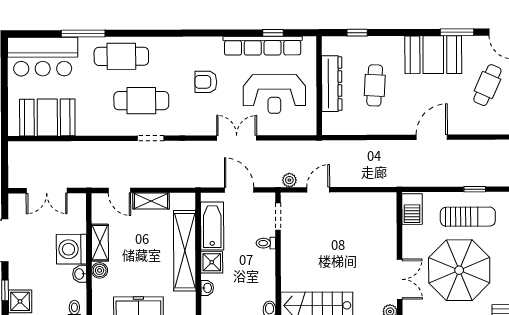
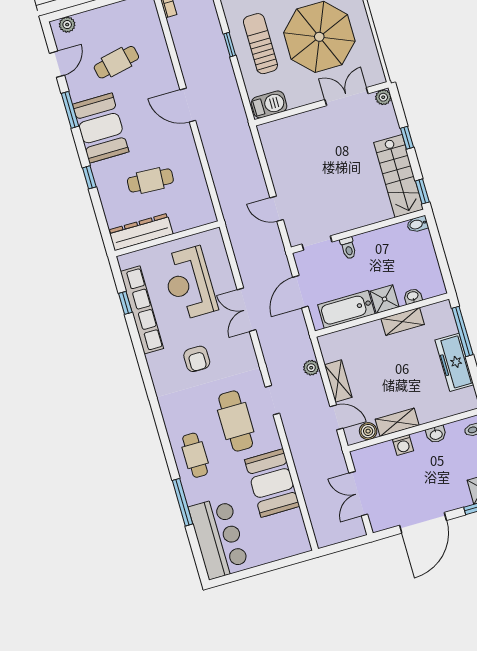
window: (357, 33) -> (89, 177), moved
cafe table: (121, 56) -> (195, 455), width x0.73, depth x0.74
dresser: (332, 84) -> (141, 232), moved
cafe table: (487, 85) -> (116, 62), turned -36
reception desk: (274, 94) -> (189, 283), turned 180
booth: (47, 117) -> (272, 483), moved
plant: (289, 180) -> (311, 368), moved
door: (119, 190) -> (336, 417), hinge flipped
double door: (47, 191) -> (358, 494), swing flipped
washing machine: (71, 249) -> (403, 445), width x0.53, depth x0.53
shelving: (185, 251) -> (403, 321), width x0.45, depth x0.75
boiler: (100, 270) -> (368, 431), moved

